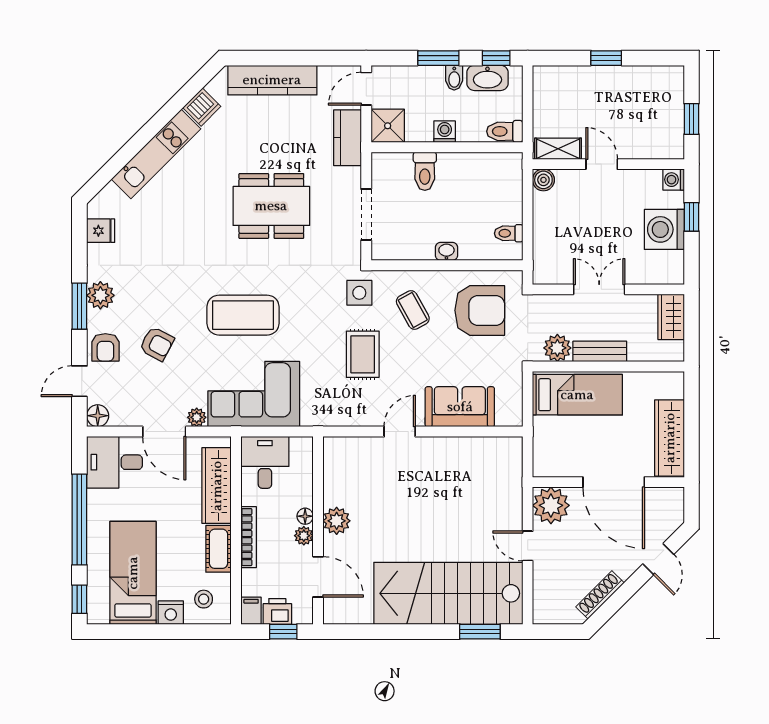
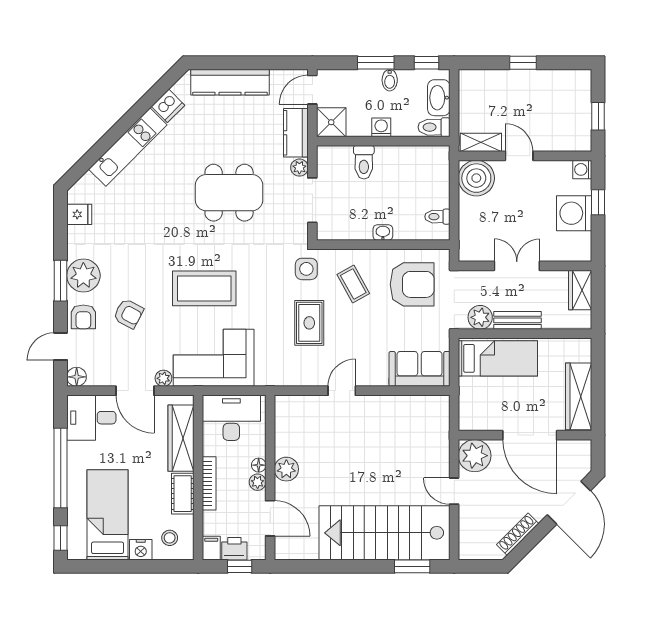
washbasin: (487, 78) -> (439, 98), moved, turned 90
plant: (352, 177) -> (299, 168), added
boiler: (543, 180) -> (476, 178), width x1.86, depth x1.86
plant: (100, 295) -> (83, 276), width x1.36, depth x1.36
sofa: (460, 407) -> (420, 369), moved
desk: (265, 462) -> (231, 418), width x1.37
door: (658, 559) -> (569, 503), width x1.88

